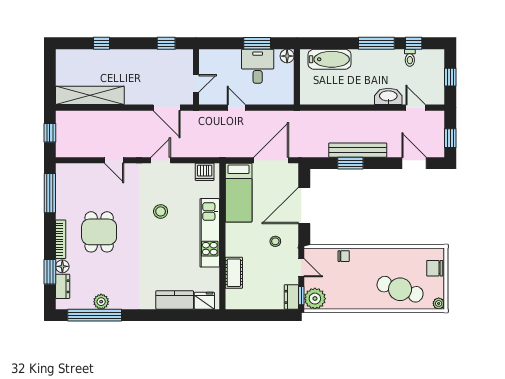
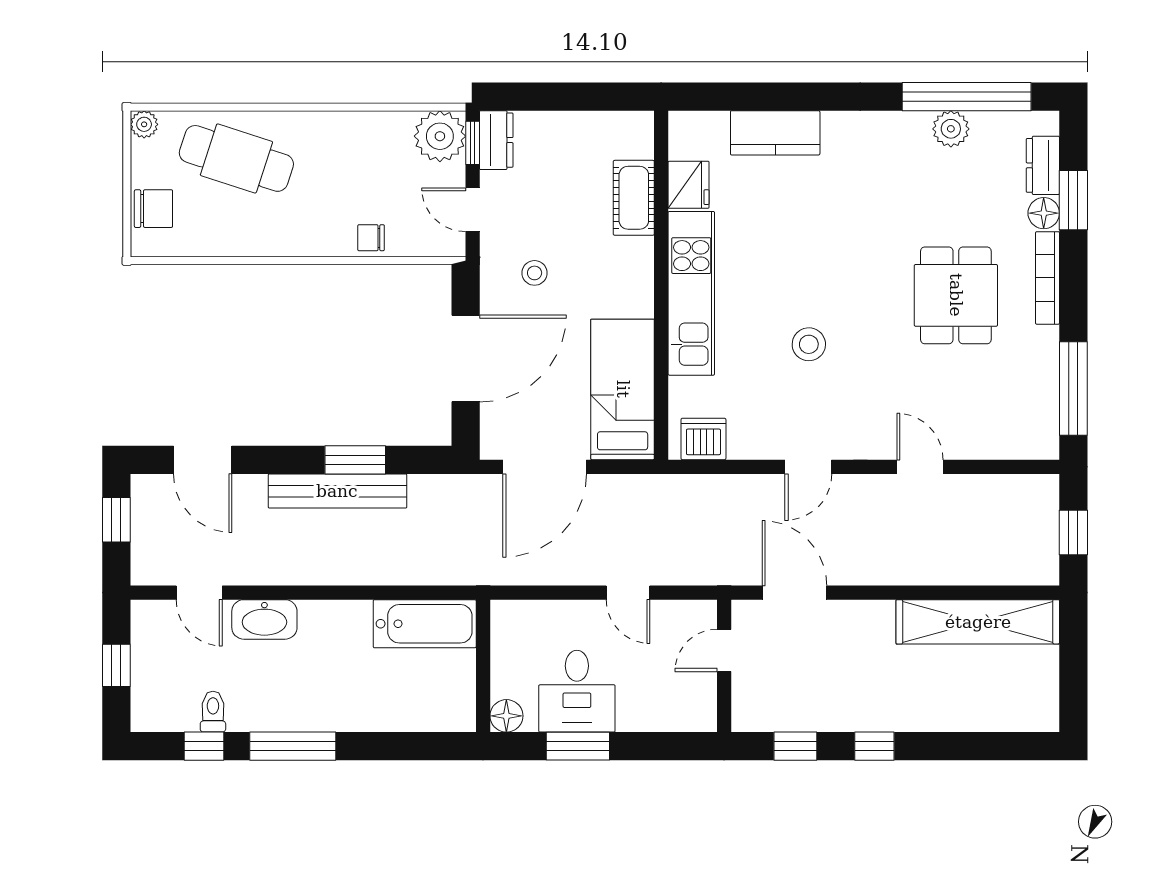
window: (102, 43) -> (874, 746), moved
bathtub: (329, 59) -> (425, 624), moved, turned 180
fridge: (204, 301) -> (689, 185), moved, turned -90

